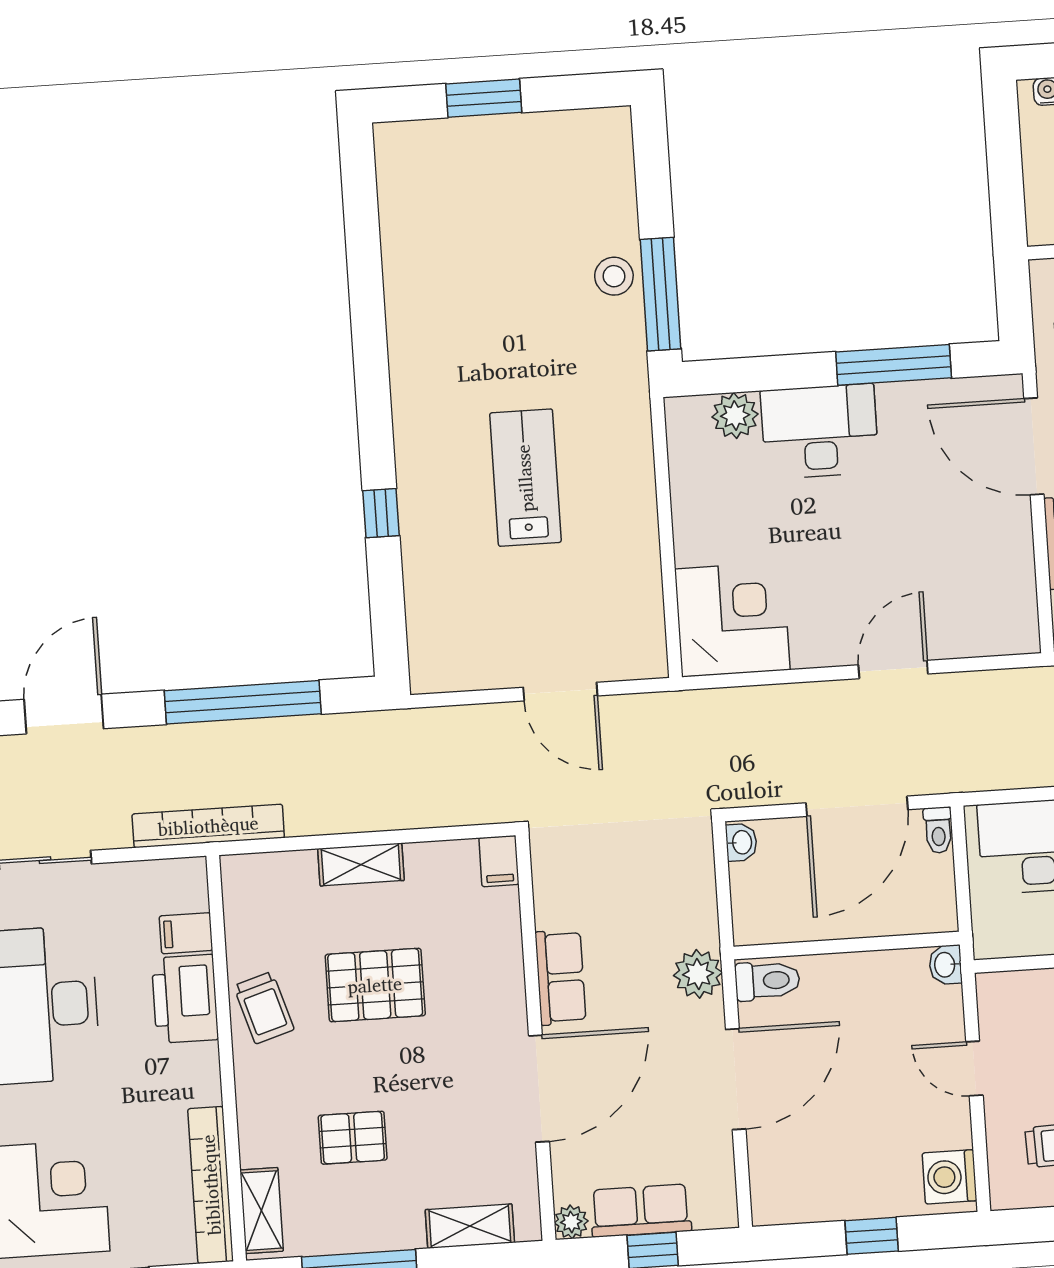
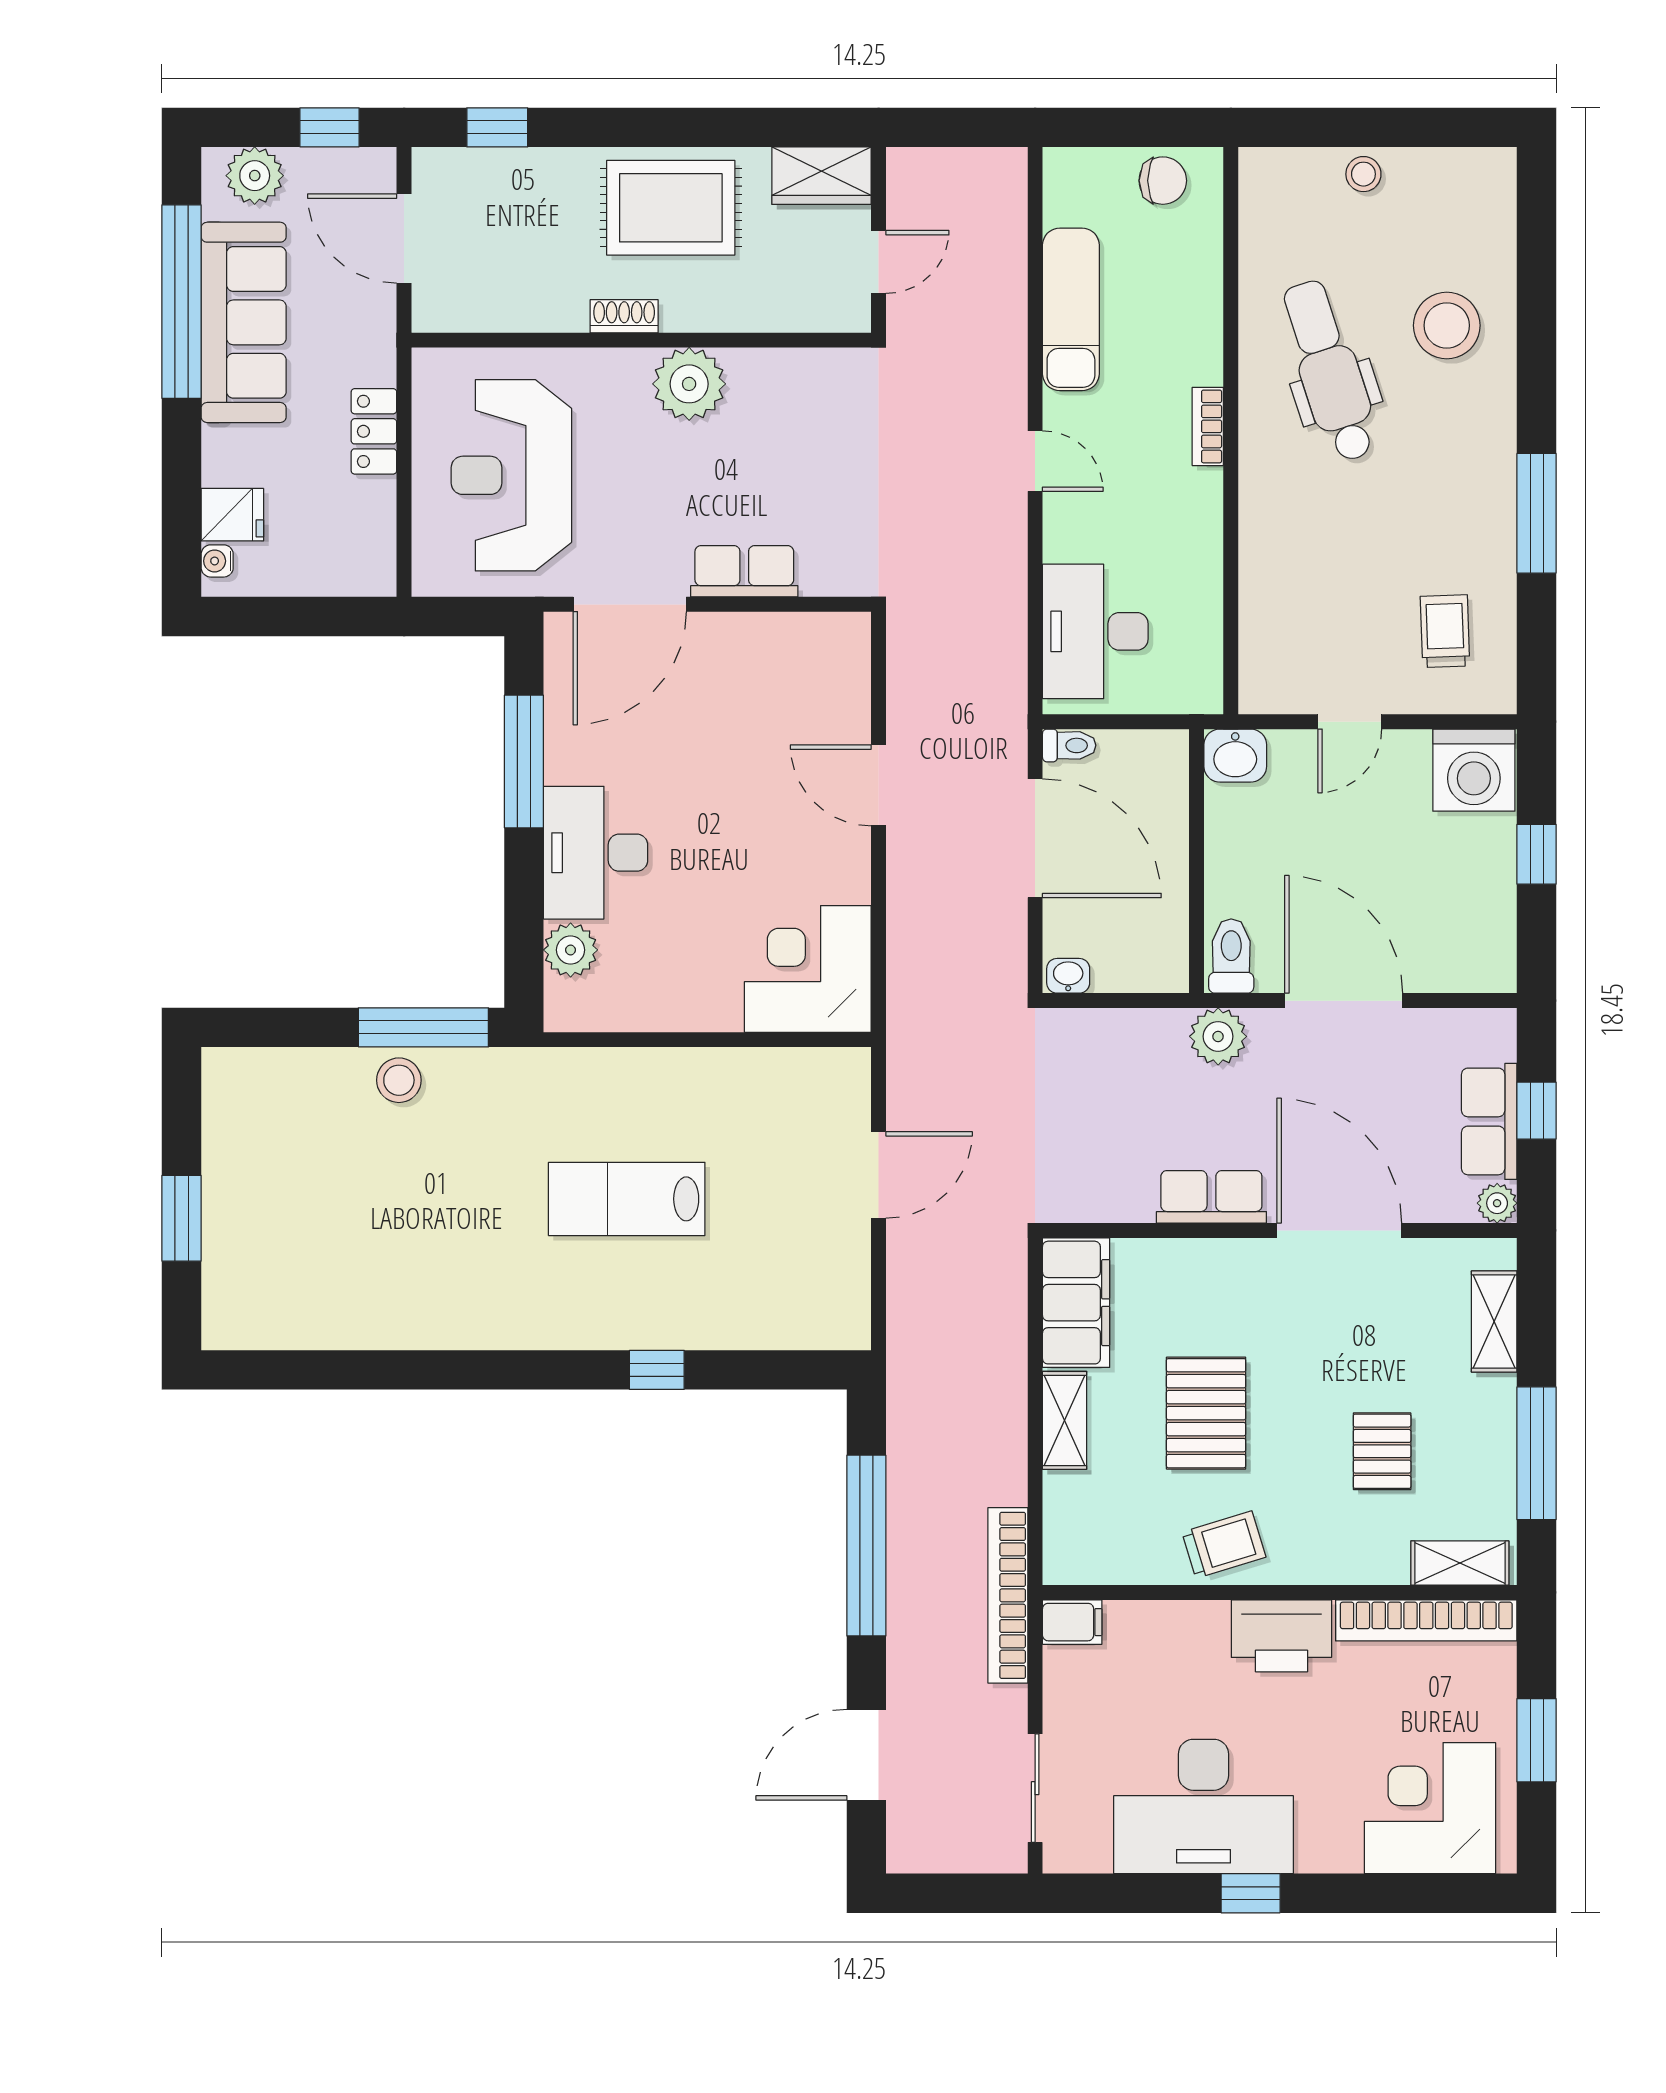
door: (64, 714) -> (866, 1755), hinge flipped
filing cabinet: (499, 861) -> (1076, 1303), width x3.00, depth x1.17
filing cabinet: (186, 933) -> (1072, 1622), moved, turned -90
washbasin: (946, 965) -> (1235, 756), width x1.38, depth x1.45
printer: (185, 999) -> (1281, 1636), moved
washing machine: (950, 1177) -> (1474, 770), width x1.37, depth x1.37

